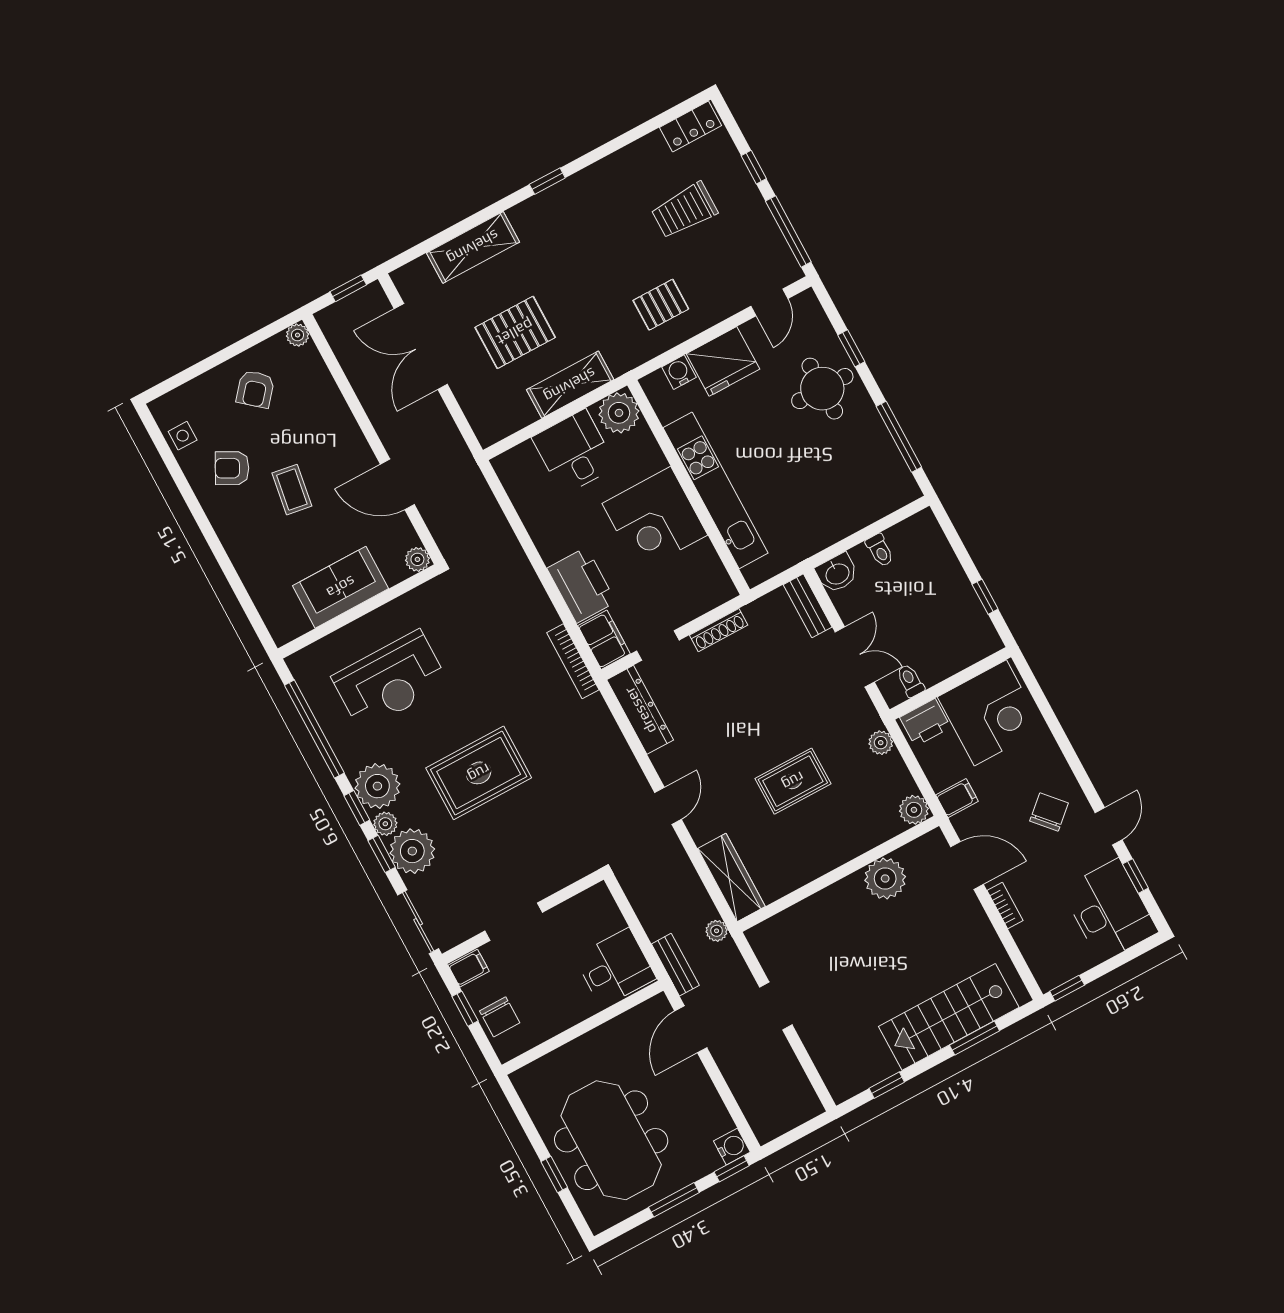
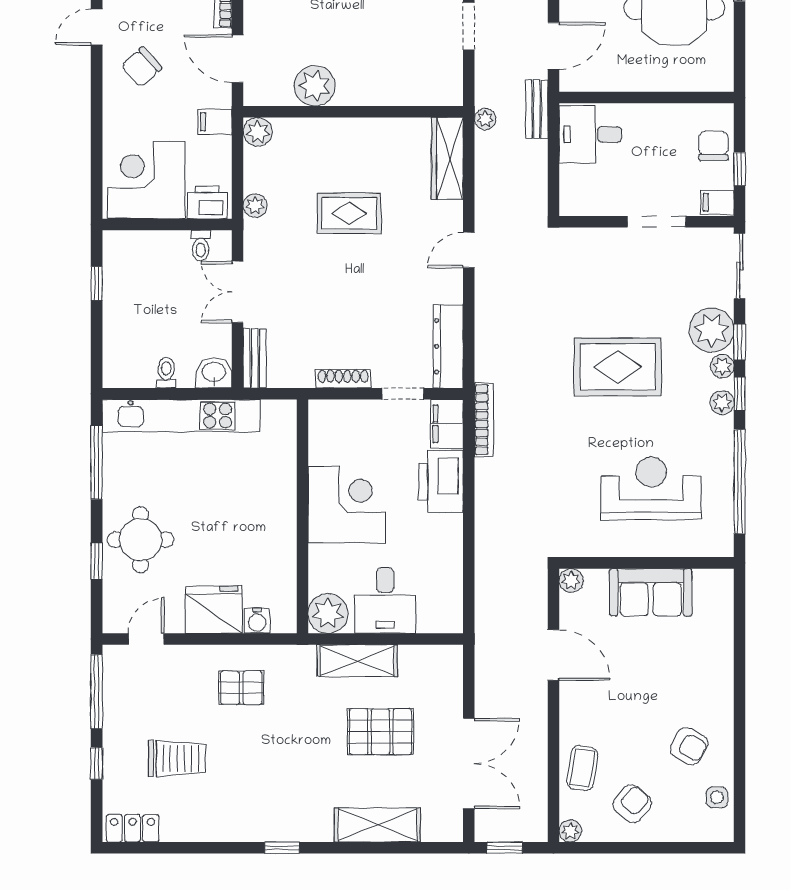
coffee table: (292, 490) -> (582, 768), moved
kitchen unit: (716, 490) -> (181, 416), moved, turned -90
plant: (377, 786) -> (722, 403), width x0.53, depth x0.53

